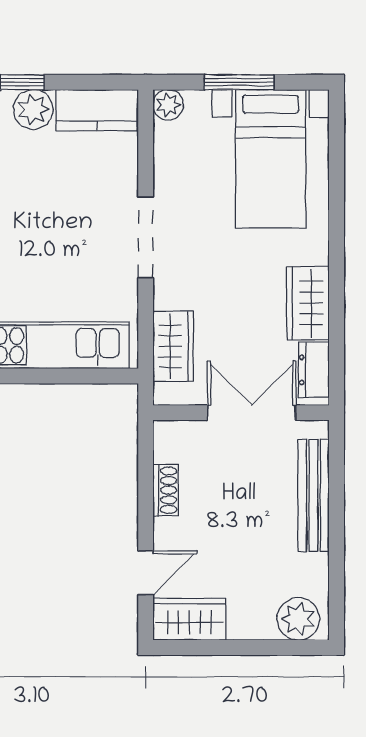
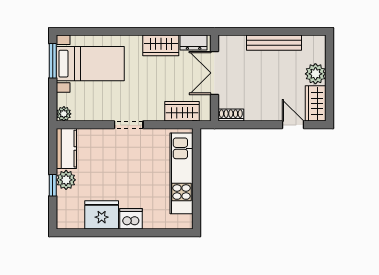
window: (239, 82) -> (53, 61), moved
doorway: (146, 237) -> (129, 125), width x0.73
shoe rack: (166, 490) -> (231, 115), moved
bench: (313, 495) -> (274, 43), moved
plant: (298, 619) -> (315, 74), moved

